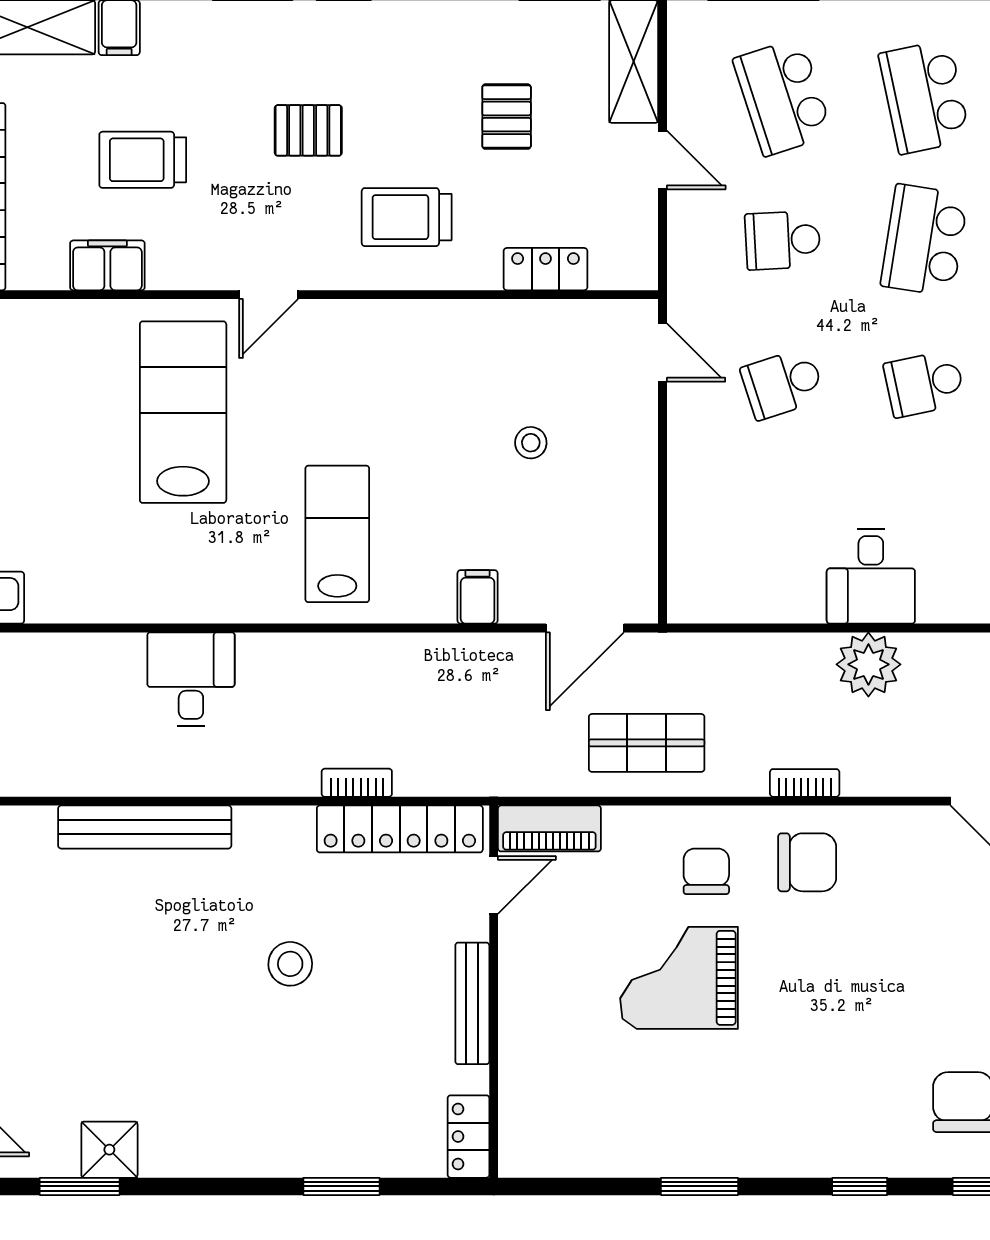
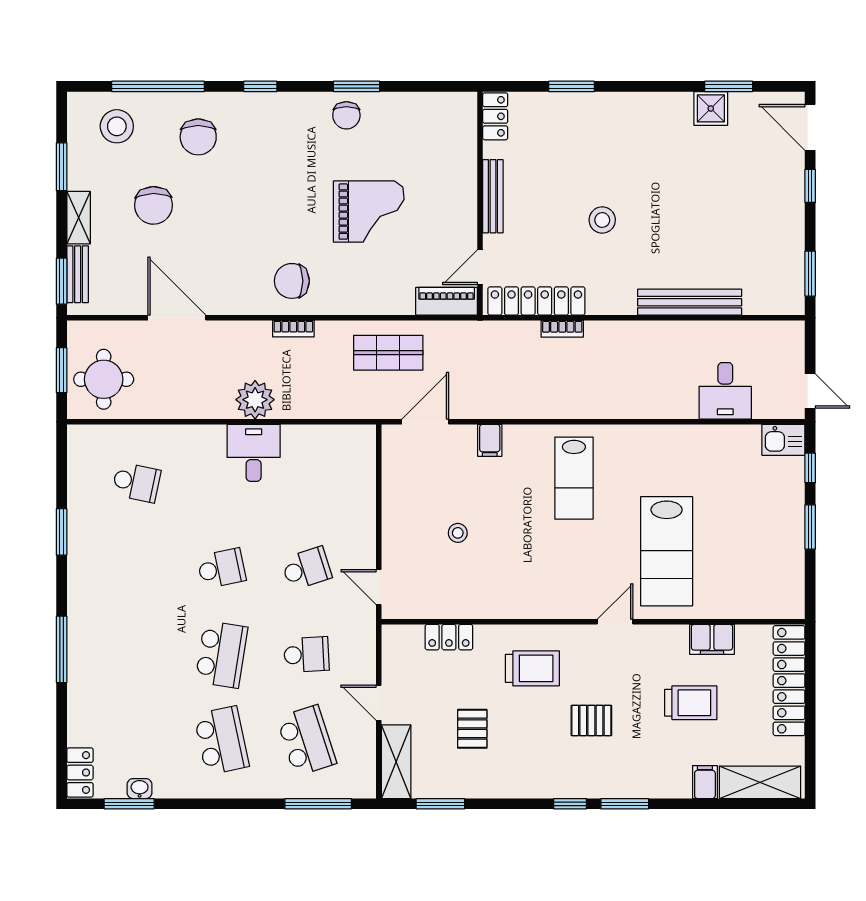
desk: (191, 679) -> (725, 391), moved
chair: (706, 871) -> (346, 115), moved

